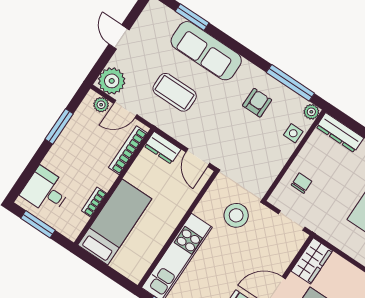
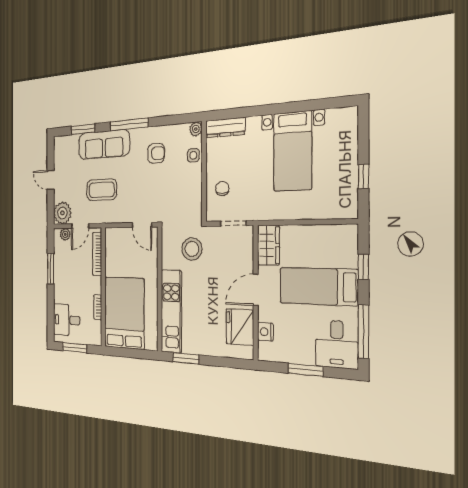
window: (290, 83) -> (129, 124), moved
armchair: (257, 103) -> (156, 153), turned 90
dresser: (162, 148) -> (116, 235), removed
bed: (115, 222) -> (124, 313), width x1.50

